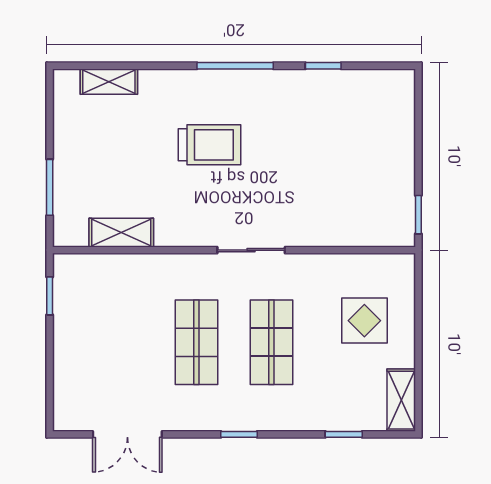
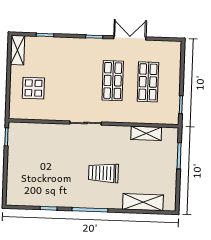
shelving: (109, 82) -> (143, 202), width x1.50, depth x1.33
shop shelf: (271, 342) -> (148, 82), moved
double door: (127, 434) -> (130, 38), moved

